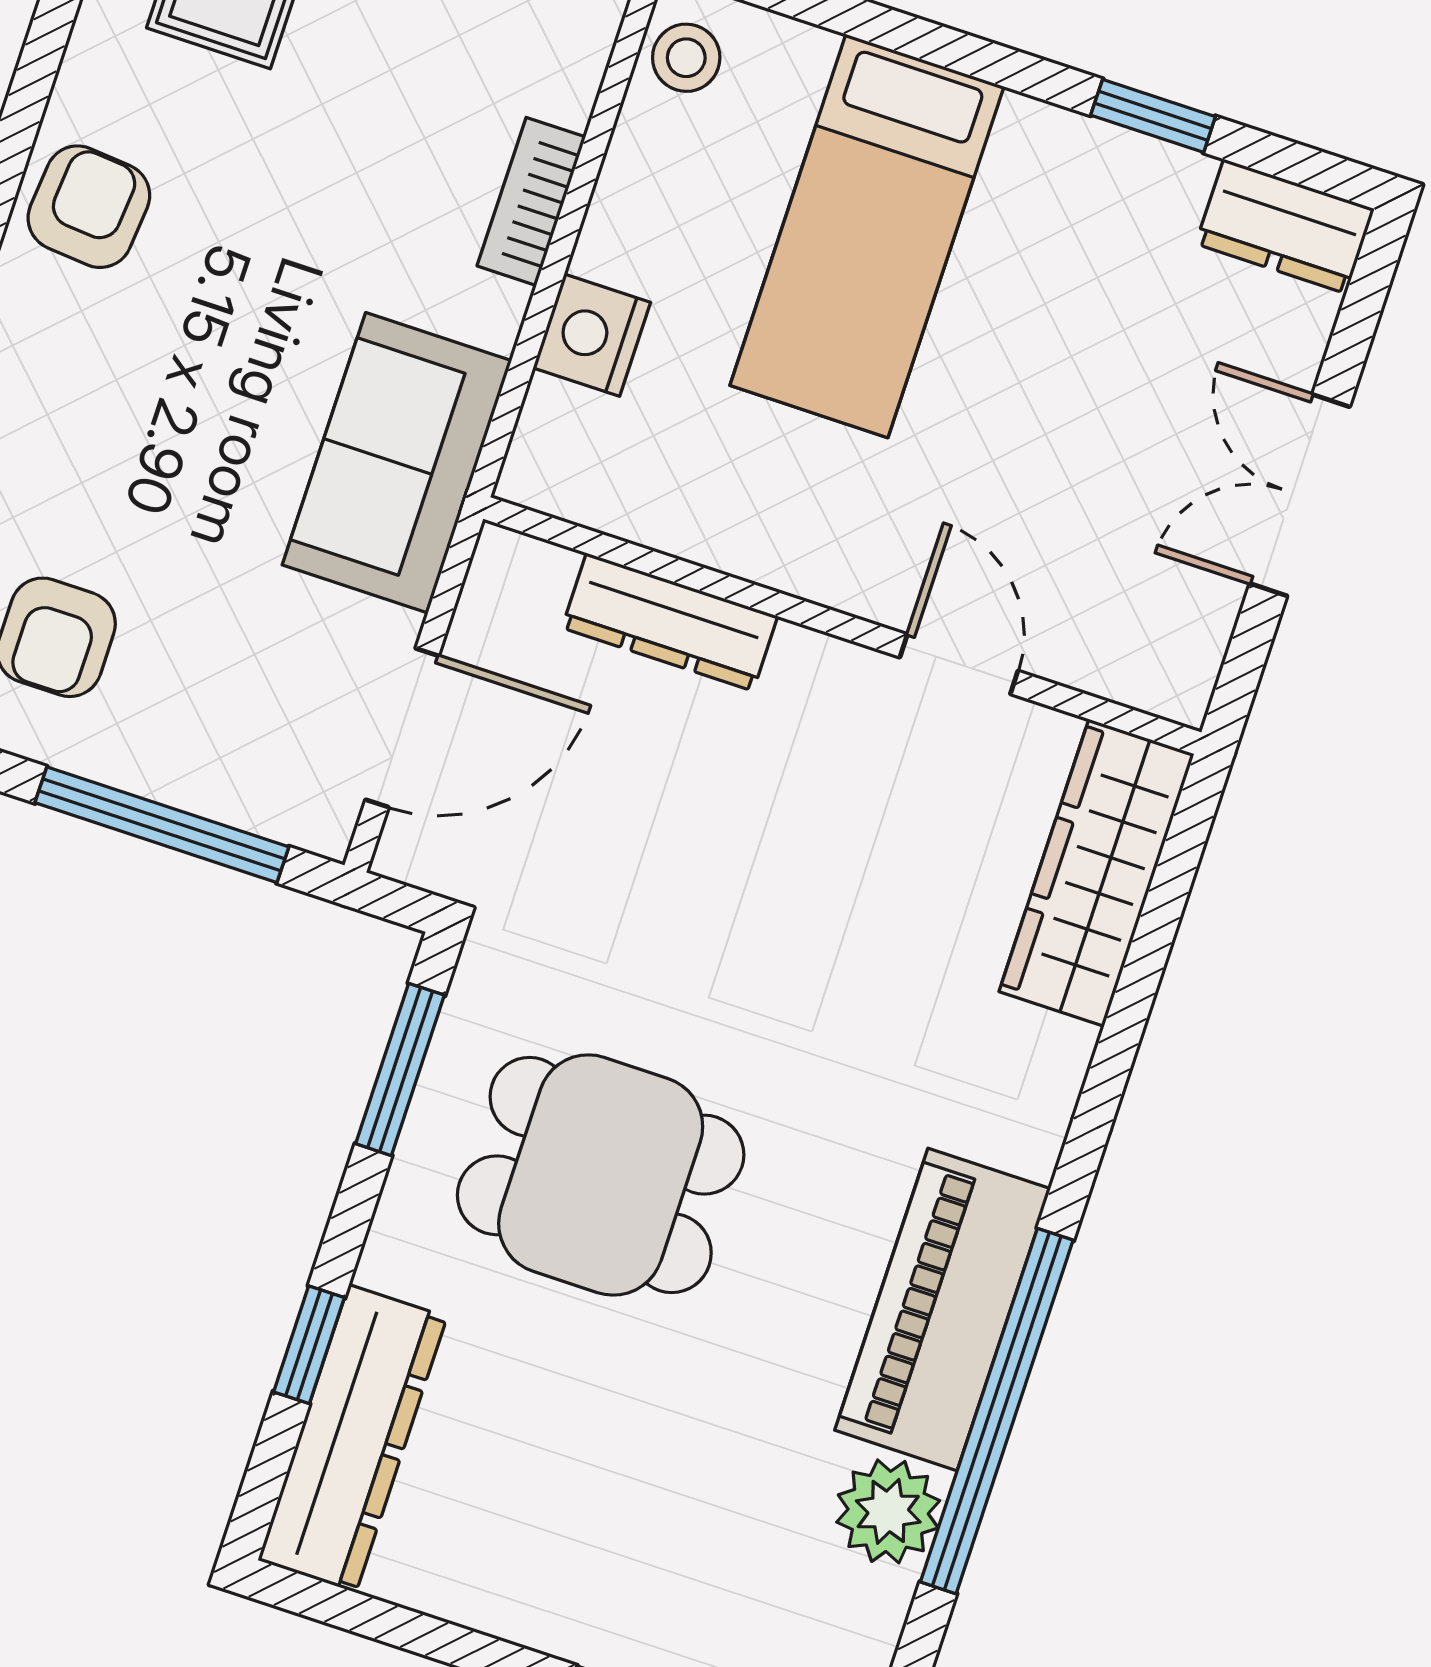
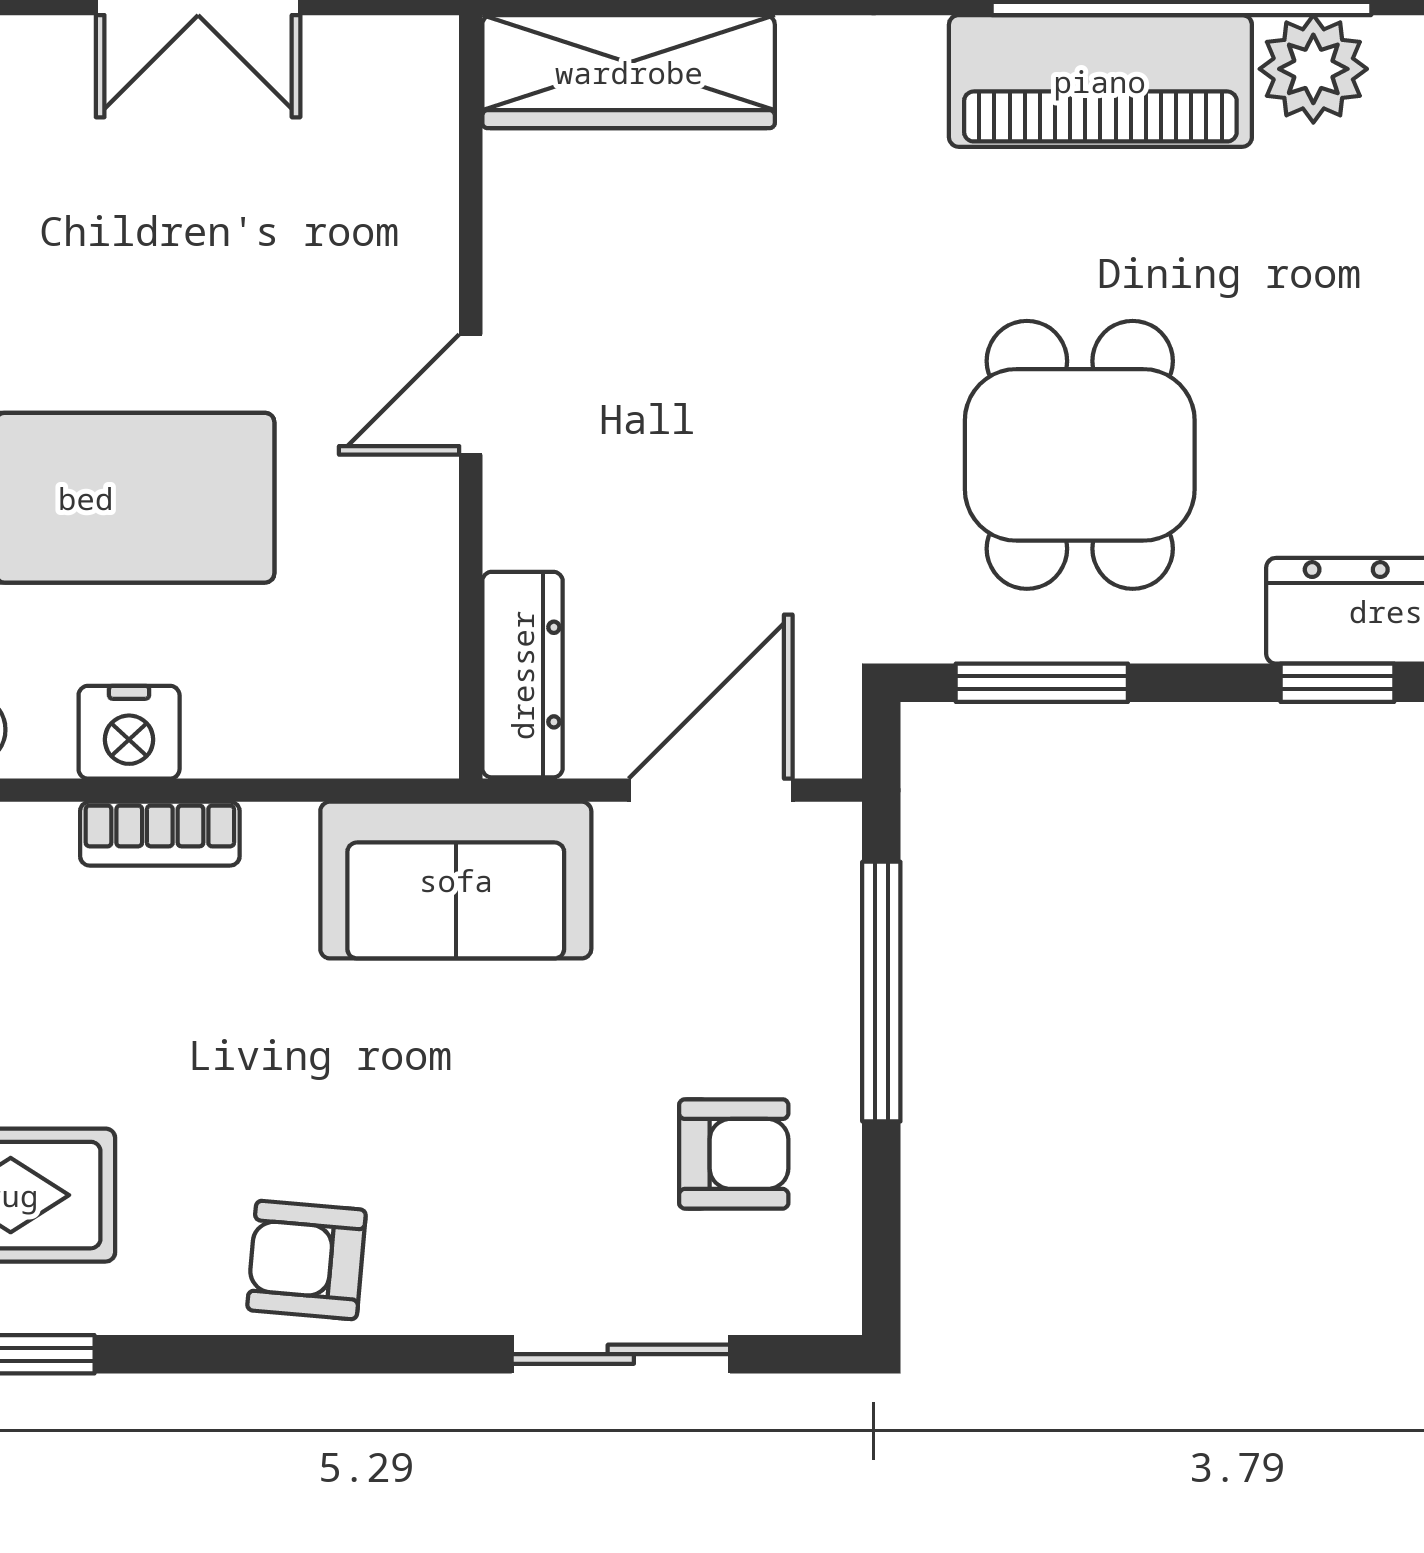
nightstand: (592, 335) -> (129, 732), moved
dresser: (670, 622) -> (522, 675), moved
door: (959, 664) -> (471, 395), moved
door: (402, 728) -> (711, 790), hinge flipped

